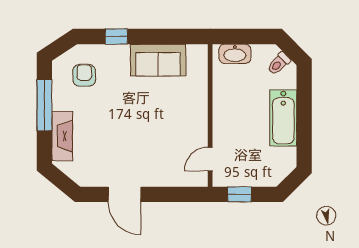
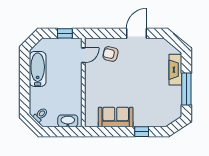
armchair: (84, 75) -> (110, 54), moved, turned 103
bathtub: (283, 118) -> (38, 69), moved
door: (124, 194) -> (137, 33), hinge flipped

